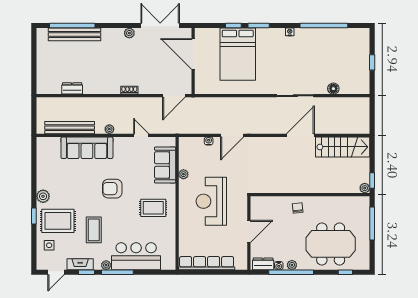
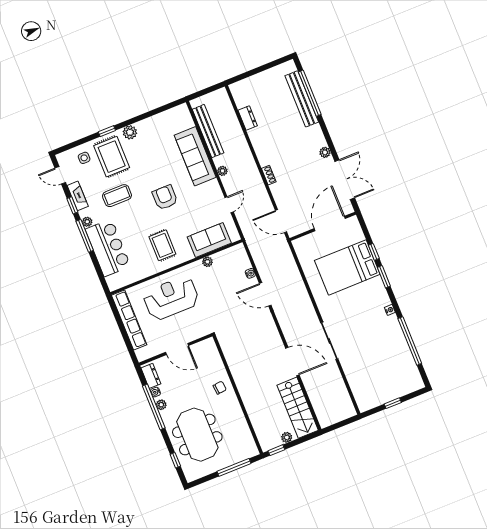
floor lamp: (333, 89) -> (351, 375), removed
plant: (365, 188) -> (287, 437), moved
reception desk: (211, 201) -> (171, 298), moved

